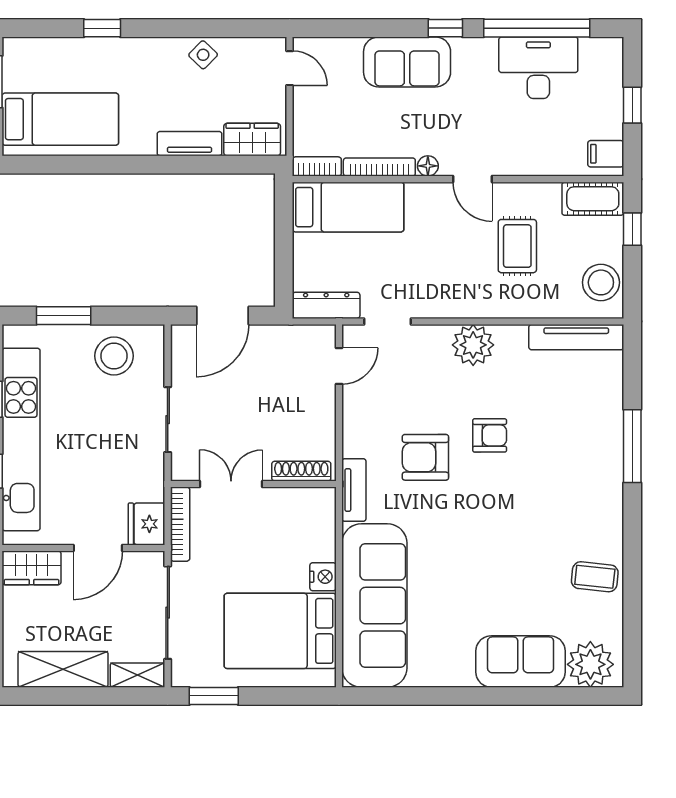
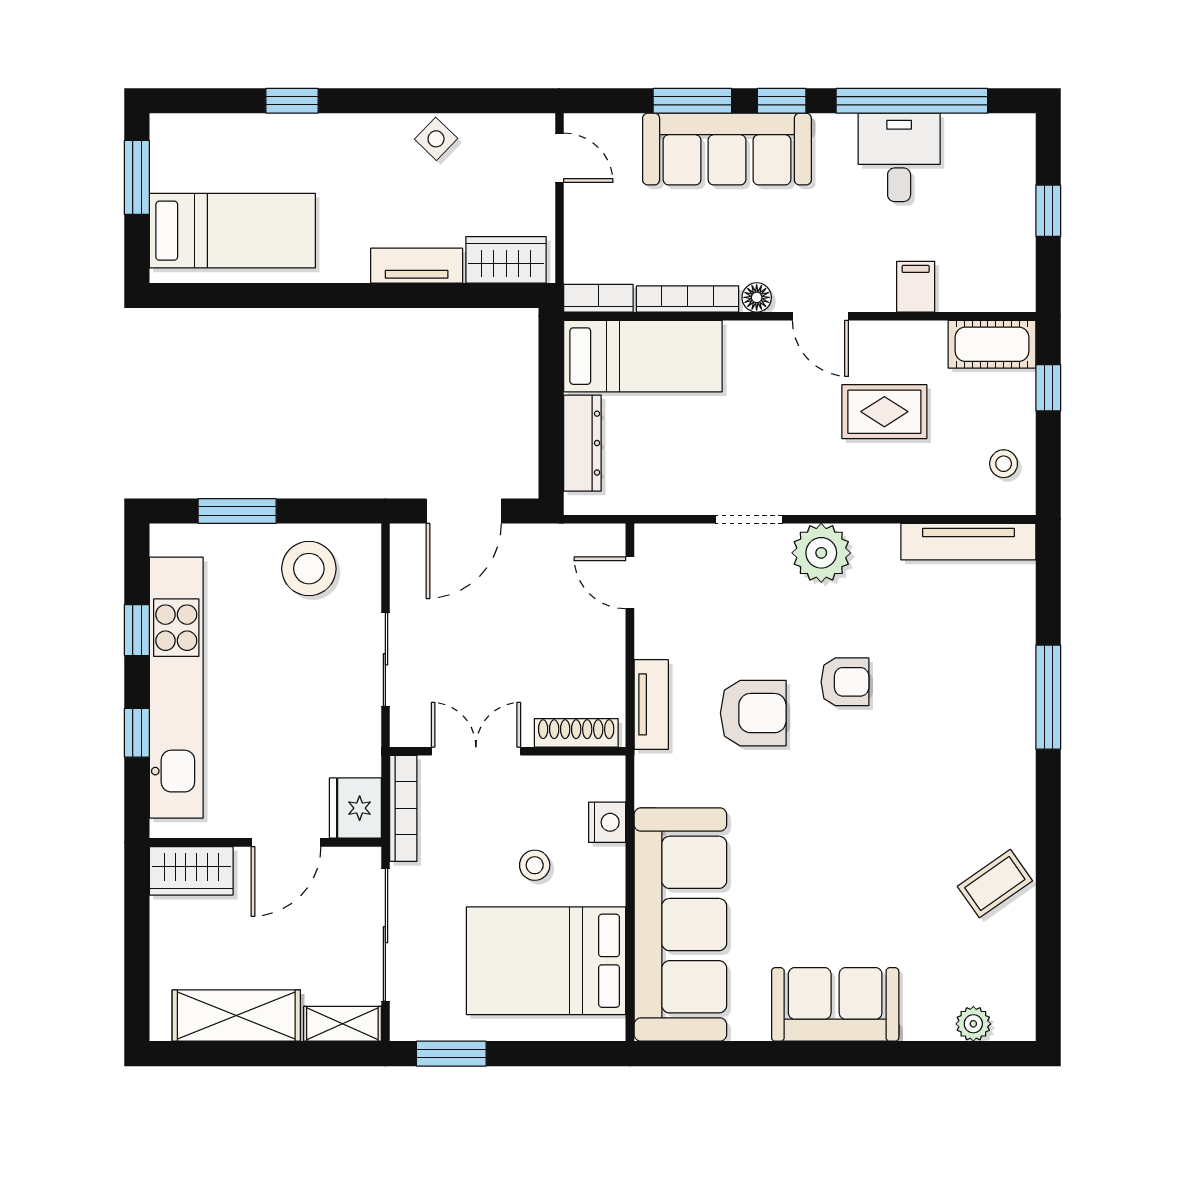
window: (383, 28) -> (692, 101), added
sofa: (407, 62) -> (727, 149), width x1.36
desk: (538, 68) -> (899, 157), width x0.73
filing cabinet: (606, 154) -> (916, 287), moved, turned 90
rug: (517, 246) -> (884, 412), turned 90
stool: (601, 282) -> (1004, 464), width x0.53, depth x0.53
dresser: (326, 305) -> (582, 443), moved, turned 90
doorway: (388, 321) -> (749, 519), moved
door: (339, 366) -> (630, 583), swing flipped
armchair: (425, 457) -> (753, 713), turned 180
tv unit: (354, 490) -> (651, 704), moved
stool: (272, 564) -> (535, 865), added
nightstand: (323, 577) -> (607, 822), moved
coffee table: (595, 577) -> (995, 884), turned -41
sofa: (521, 661) -> (835, 1004), moved
plant: (590, 664) -> (973, 1024), width x0.53, depth x0.53

